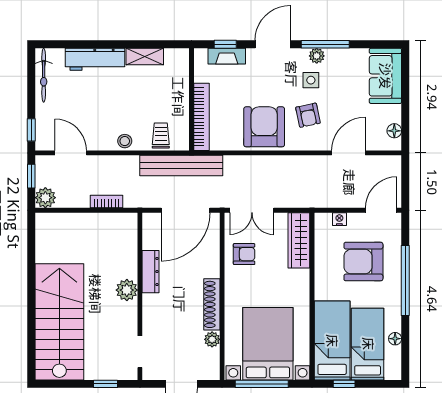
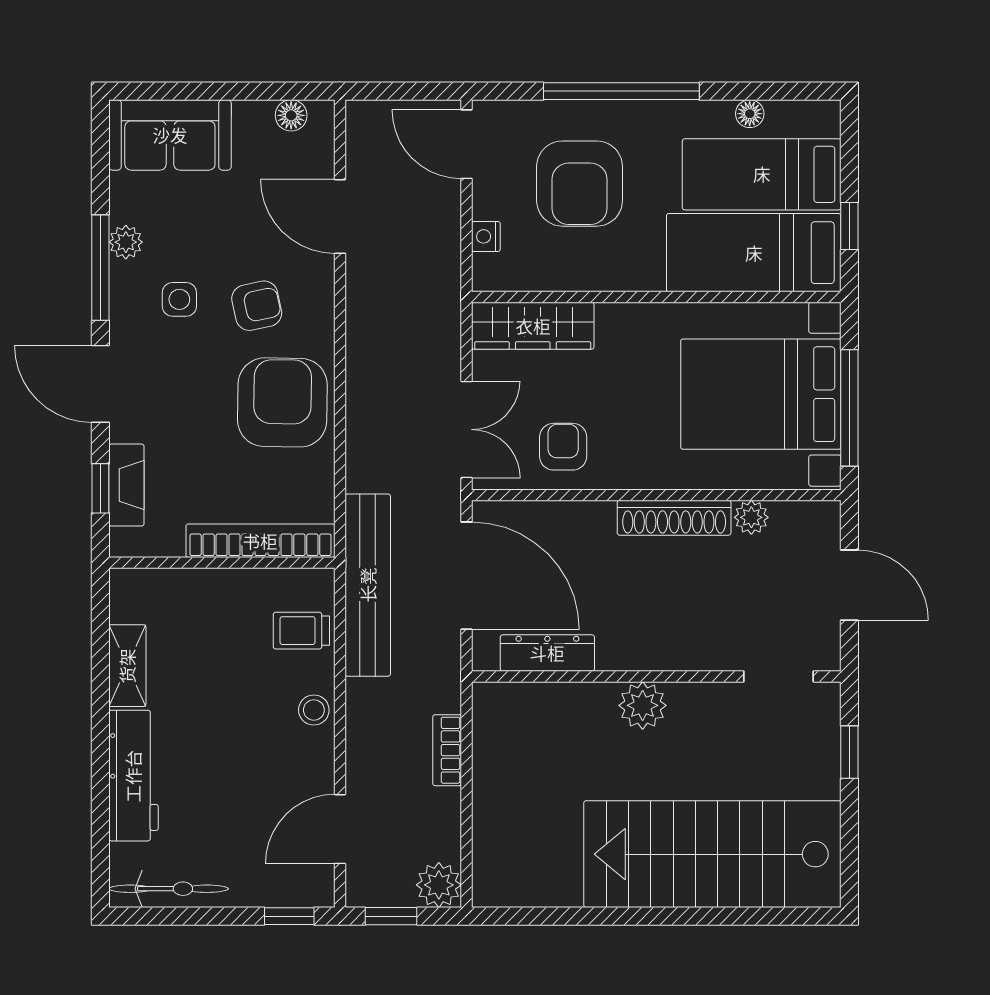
plant: (317, 56) -> (126, 242), moved
armchair: (264, 127) -> (282, 402), turned 91
dresser: (151, 272) -> (547, 653), moved

